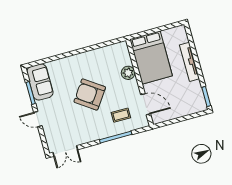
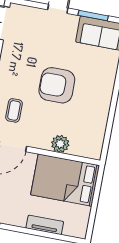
tv unit: (189, 62) -> (45, 225), width x0.71
armchair: (90, 94) -> (57, 85), turned -125

